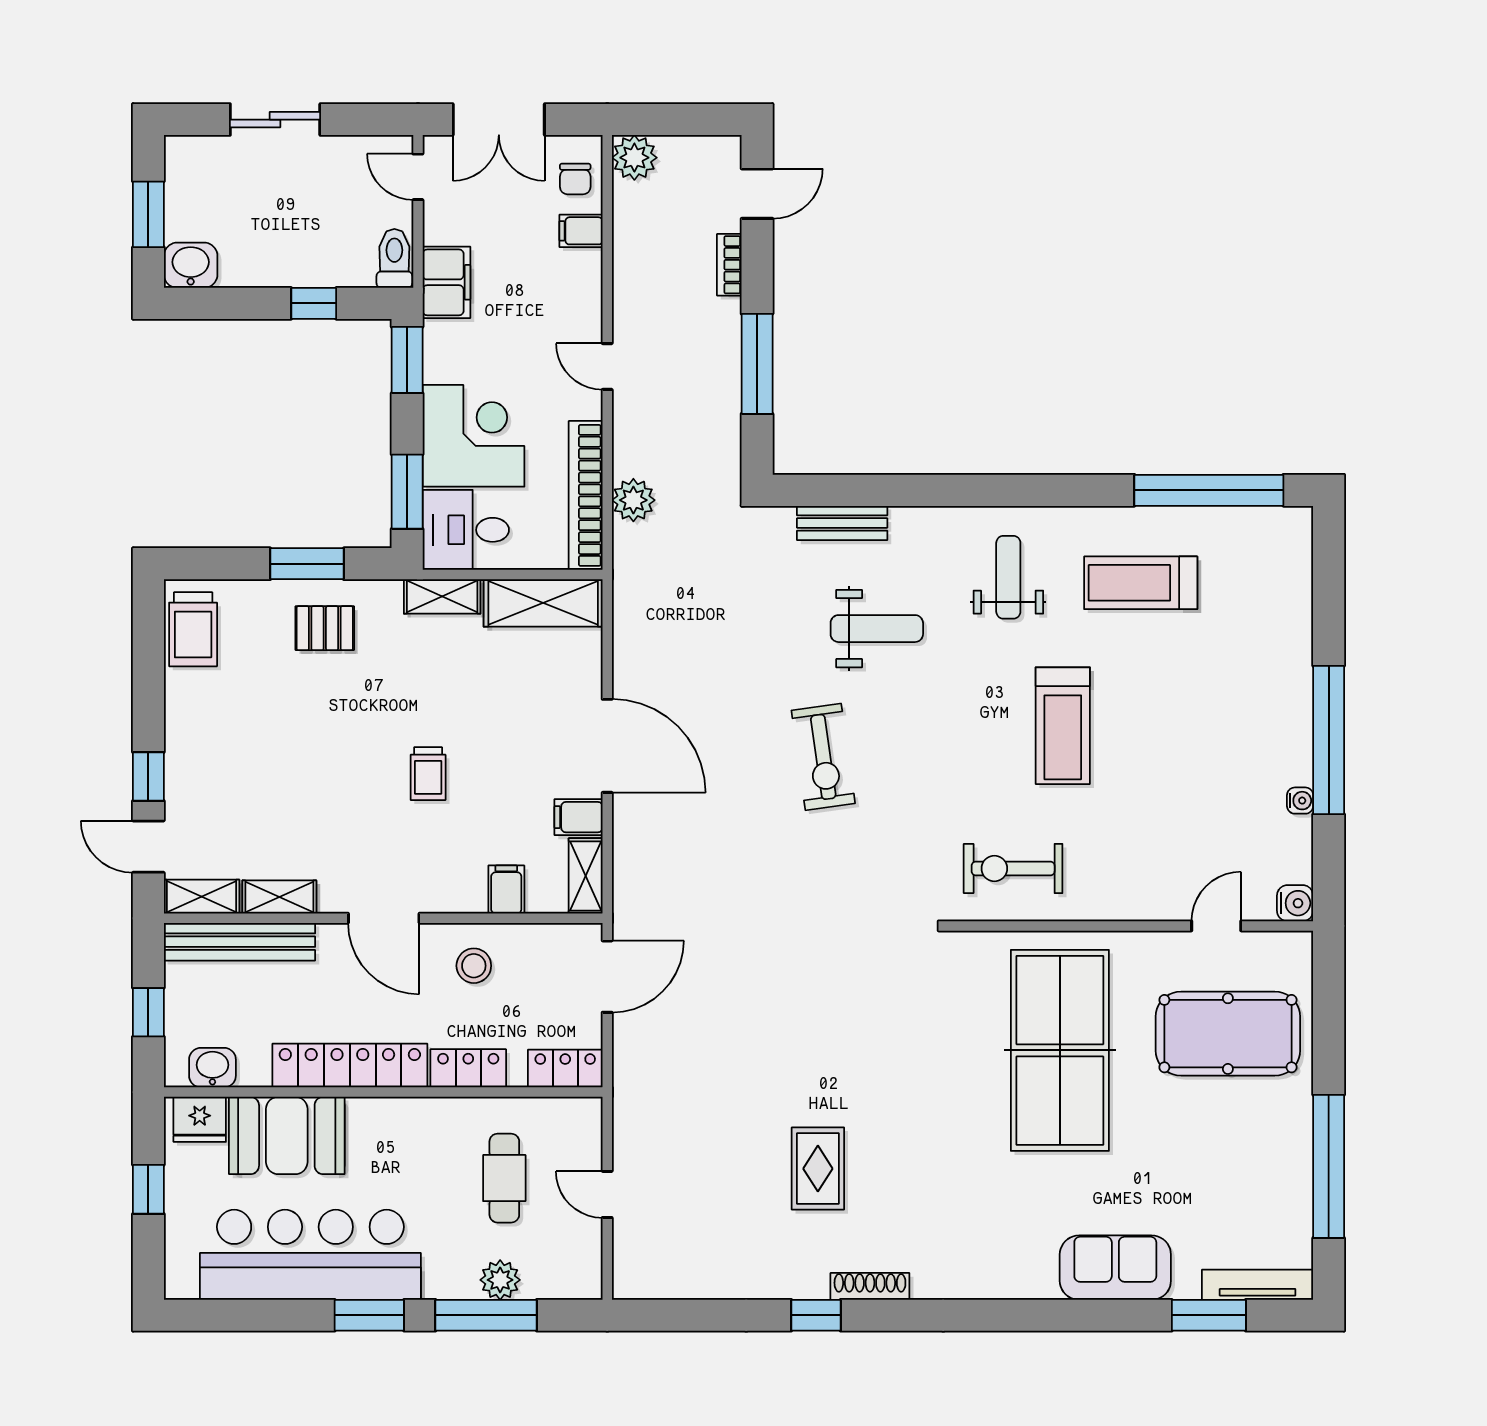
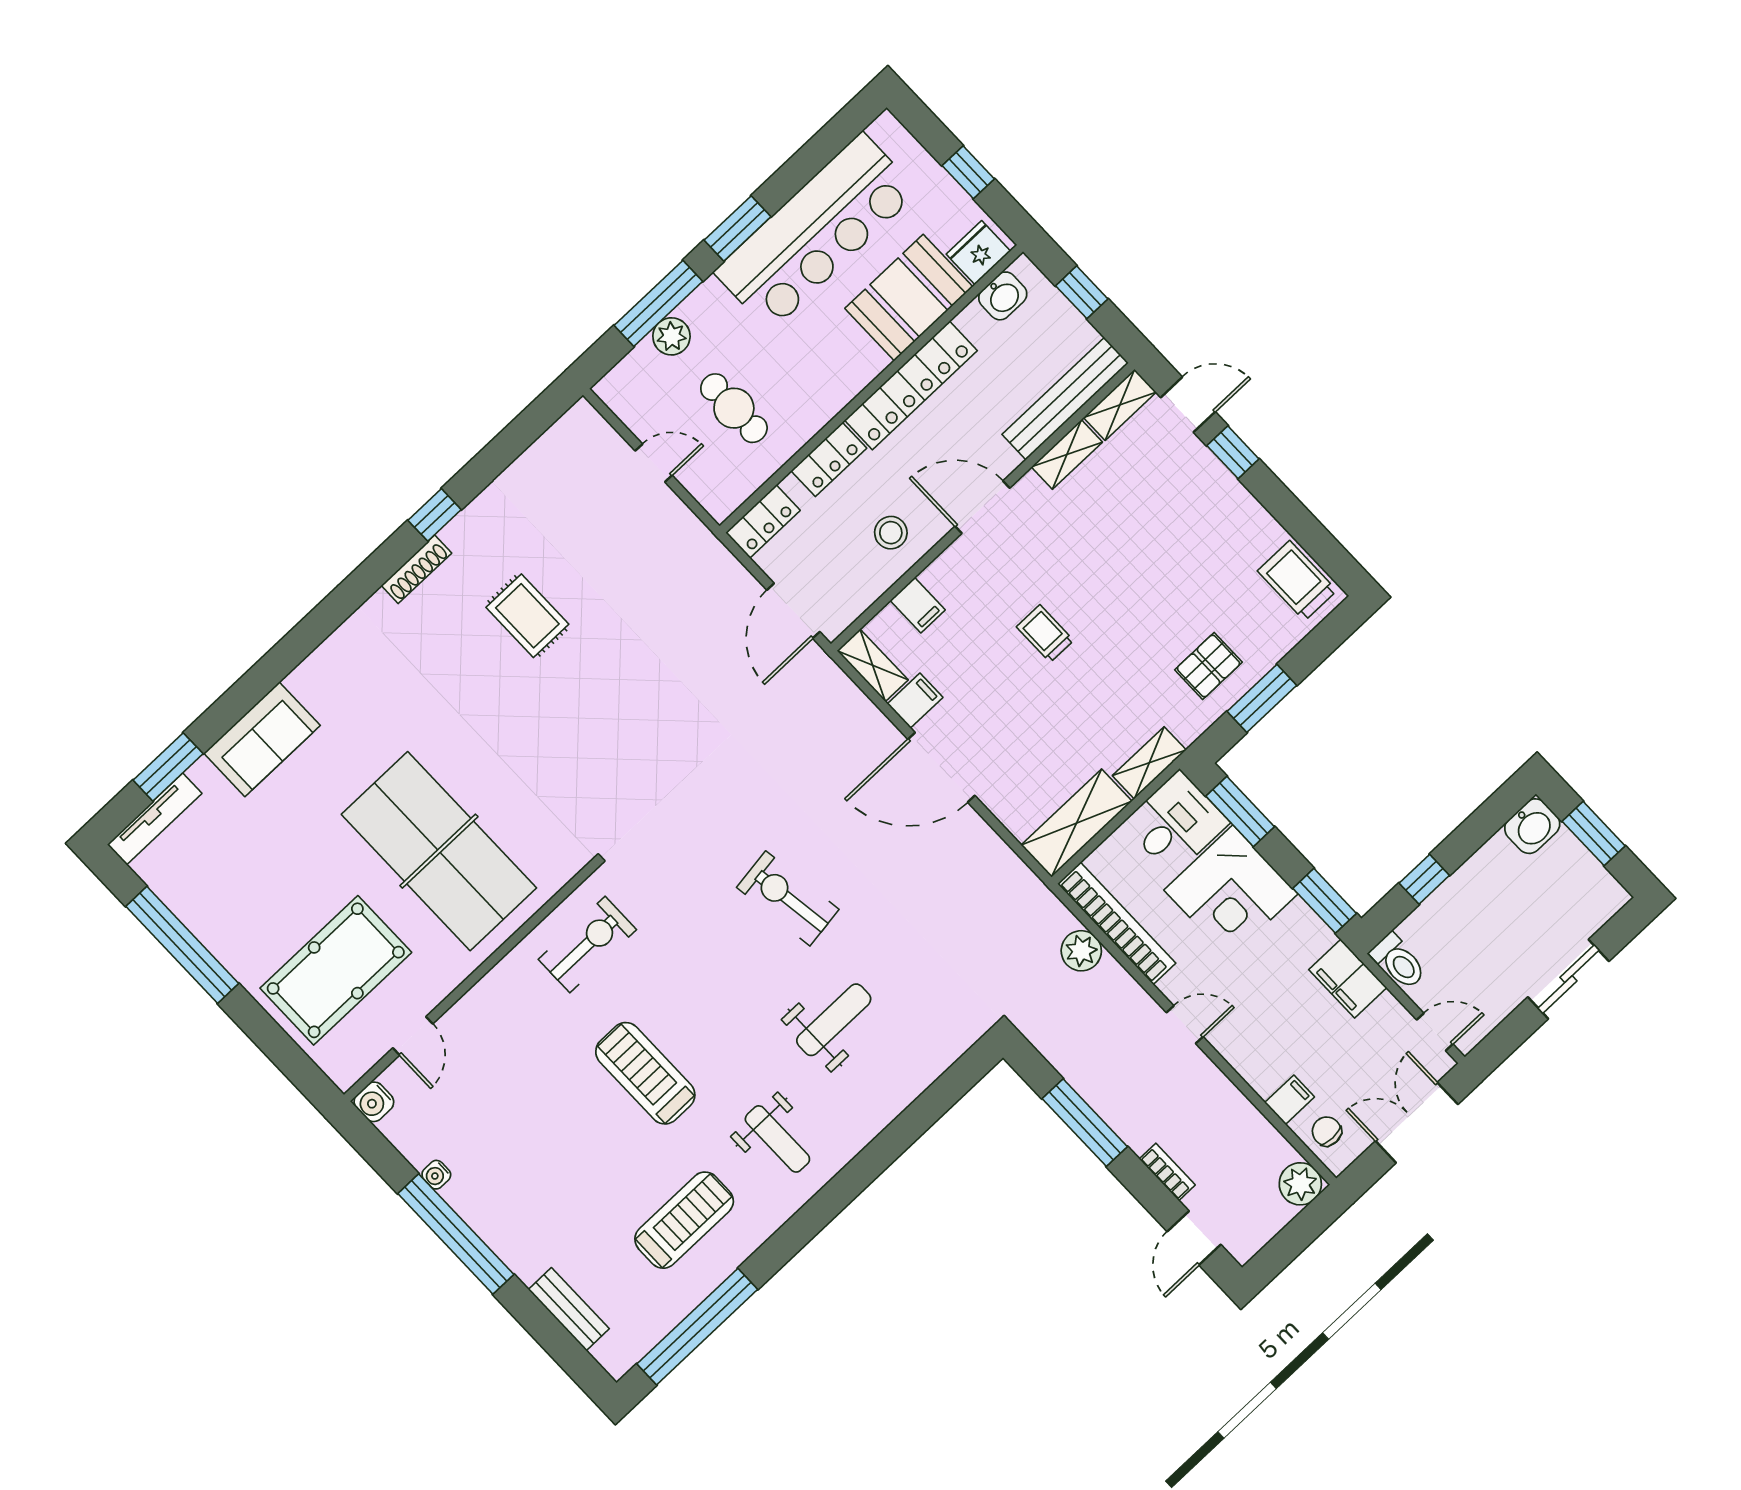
bench: (842, 523) -> (569, 1309), moved, turned 90
weight bench: (877, 629) -> (834, 1020), turned 180

